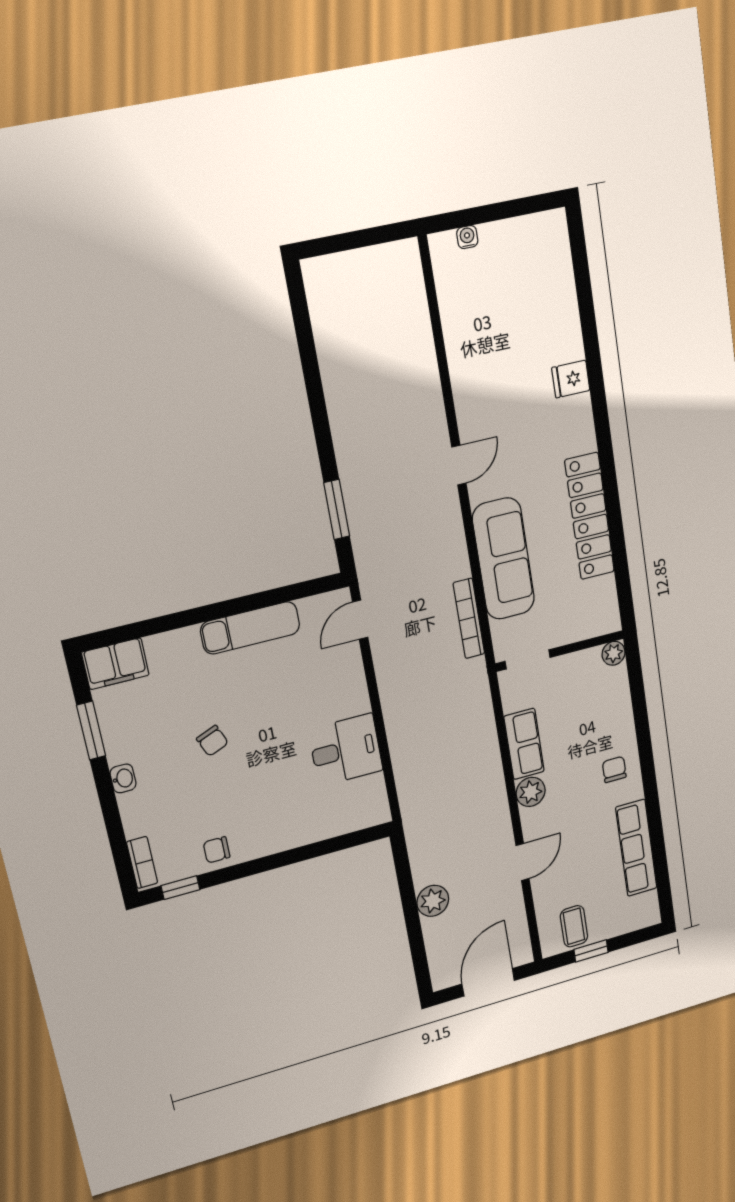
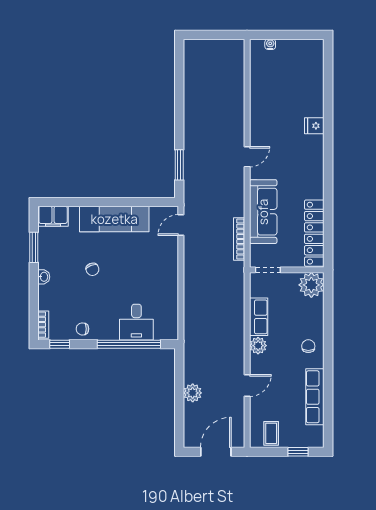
locker: (590, 516) -> (314, 233), moved
exam couch: (250, 628) -> (114, 219), width x1.36, depth x1.45
plant: (614, 653) -> (311, 285), width x1.88, depth x1.88
desk: (346, 750) -> (136, 322), moved, turned 90
window: (306, 852) -> (129, 344), added
window: (591, 951) -> (298, 452), moved

